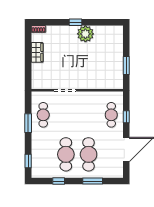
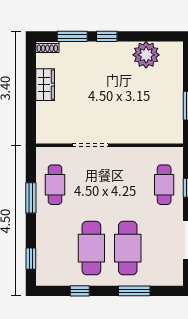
window: (54, 22) -> (72, 36), added
plant: (85, 34) -> (146, 55), moved

